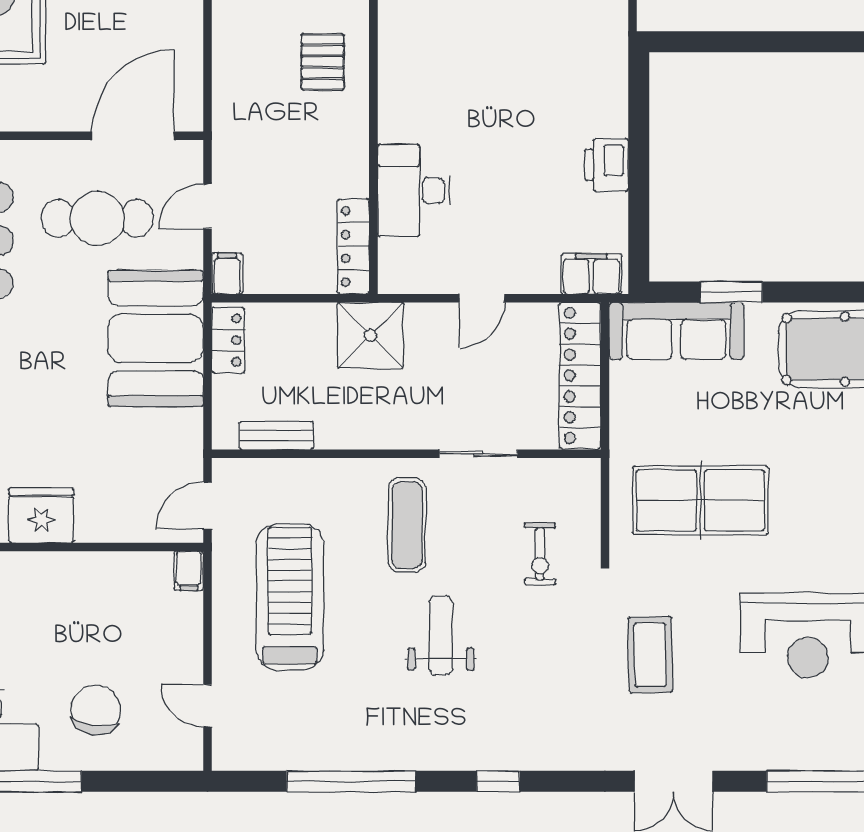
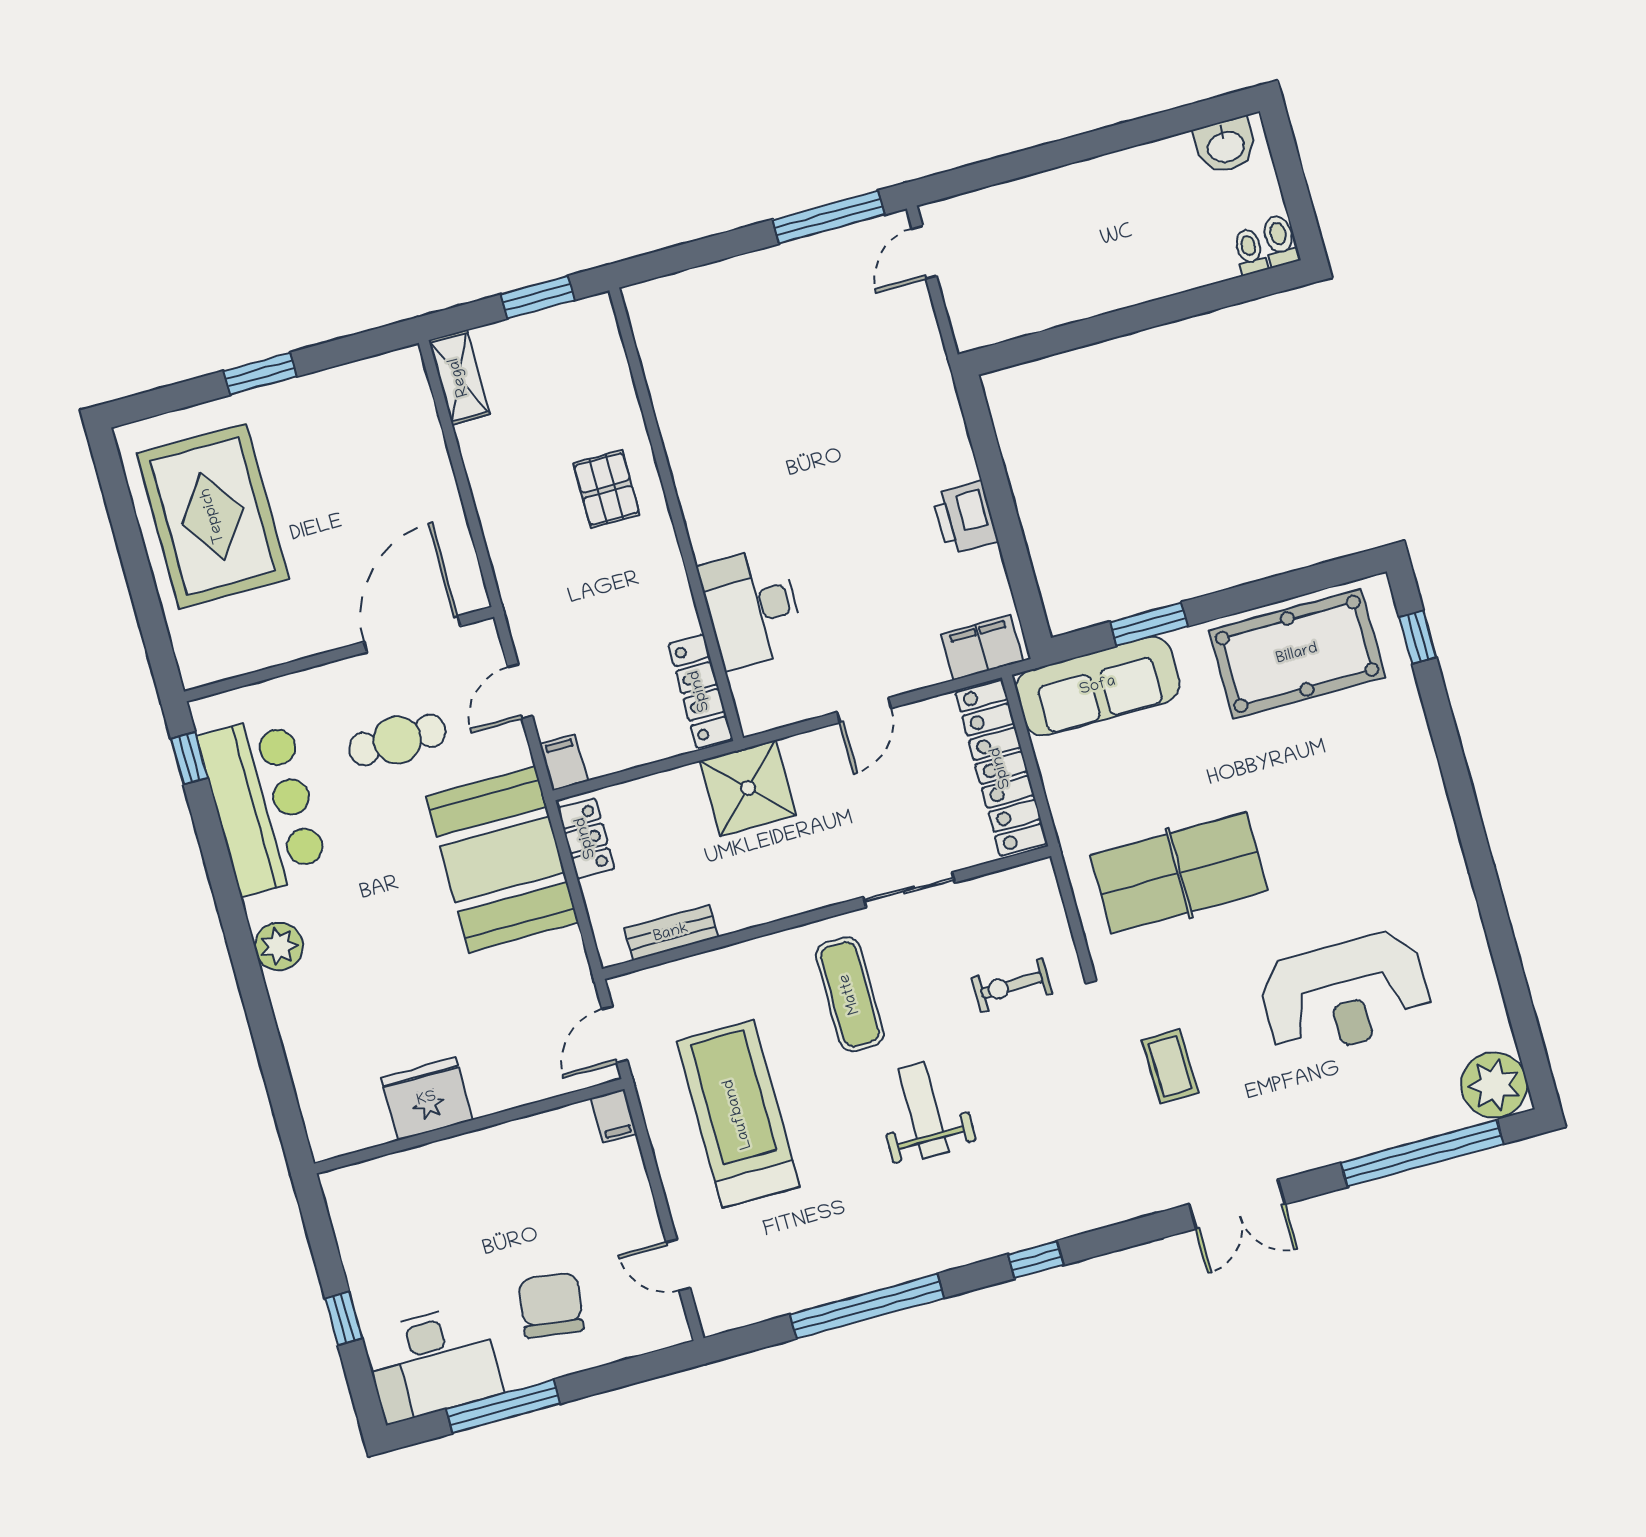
cafe table: (97, 218) -> (397, 740), width x0.73, depth x0.74
exercise bike: (540, 554) -> (1012, 985), turned 90
coffee table: (650, 655) -> (1170, 1066), width x0.73, depth x0.77

